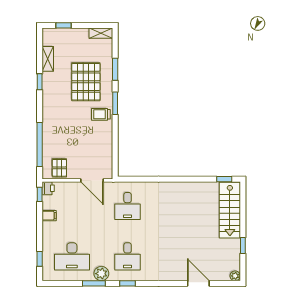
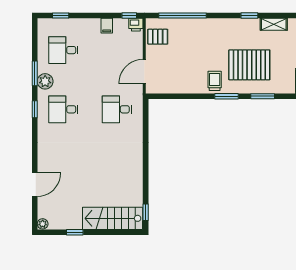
desk: (72, 256) -> (63, 50), width x0.73

